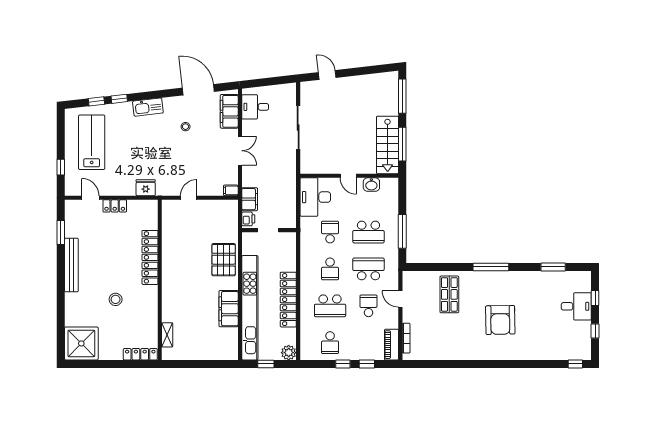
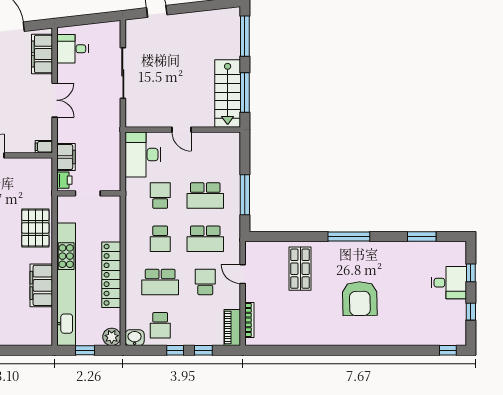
washbasin: (371, 185) -> (135, 338), moved, turned 180
school desk: (368, 269) -> (205, 239), turned 180

